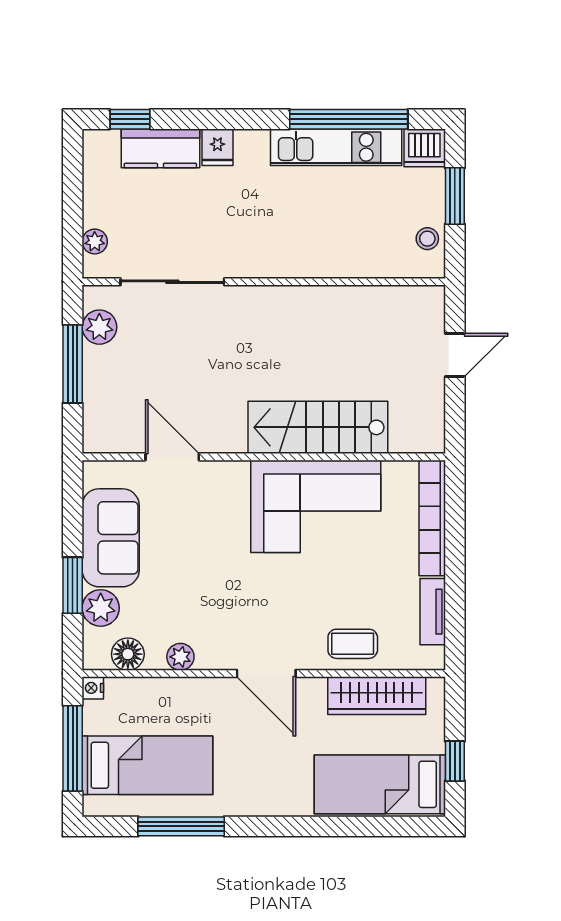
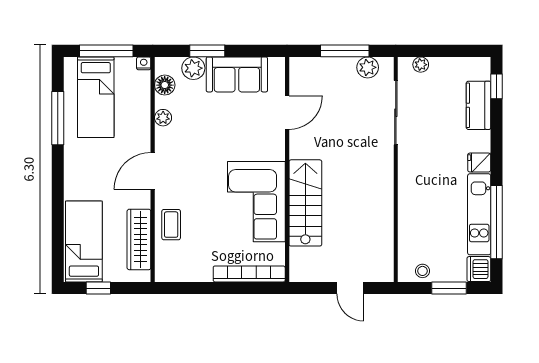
fridge: (217, 147) -> (479, 163), moved
tv unit: (433, 612) -> (191, 274), removed

